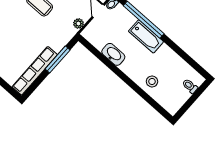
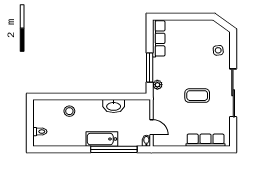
plant: (78, 23) -> (157, 85), moved
row of seats: (35, 71) -> (159, 38), width x0.73

